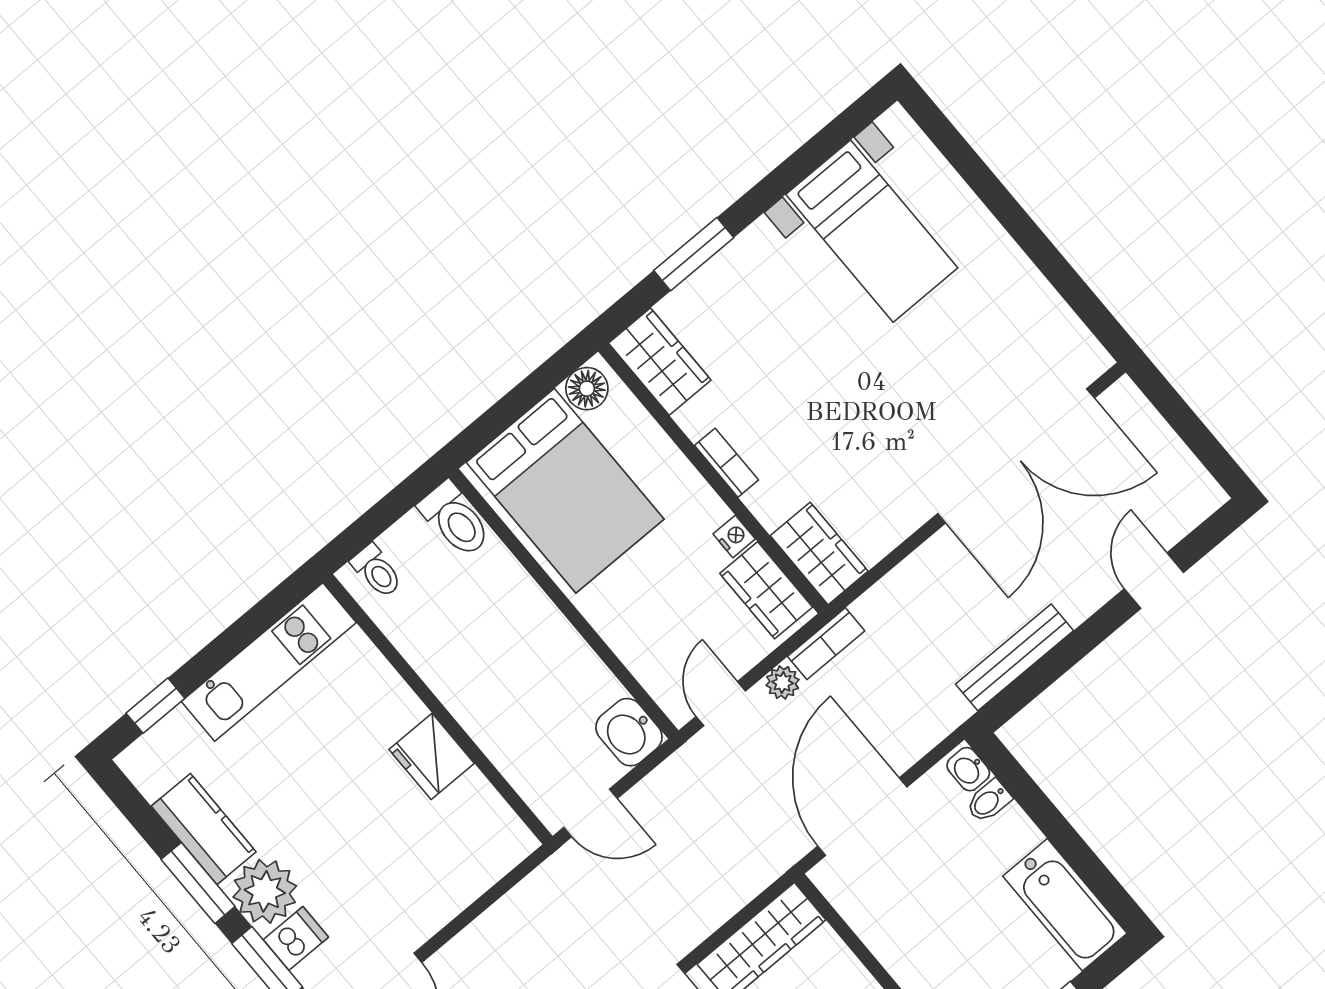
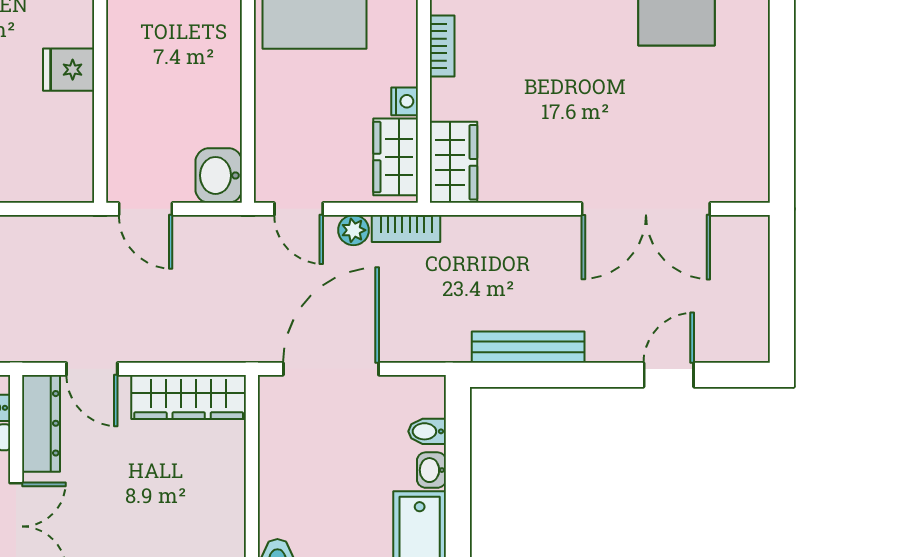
double door: (1016, 456) -> (646, 209), width x0.73
door: (721, 704) -> (299, 209), swing flipped
fridge: (432, 756) -> (69, 70), width x0.72
washbasin: (968, 769) -> (431, 470), moved

